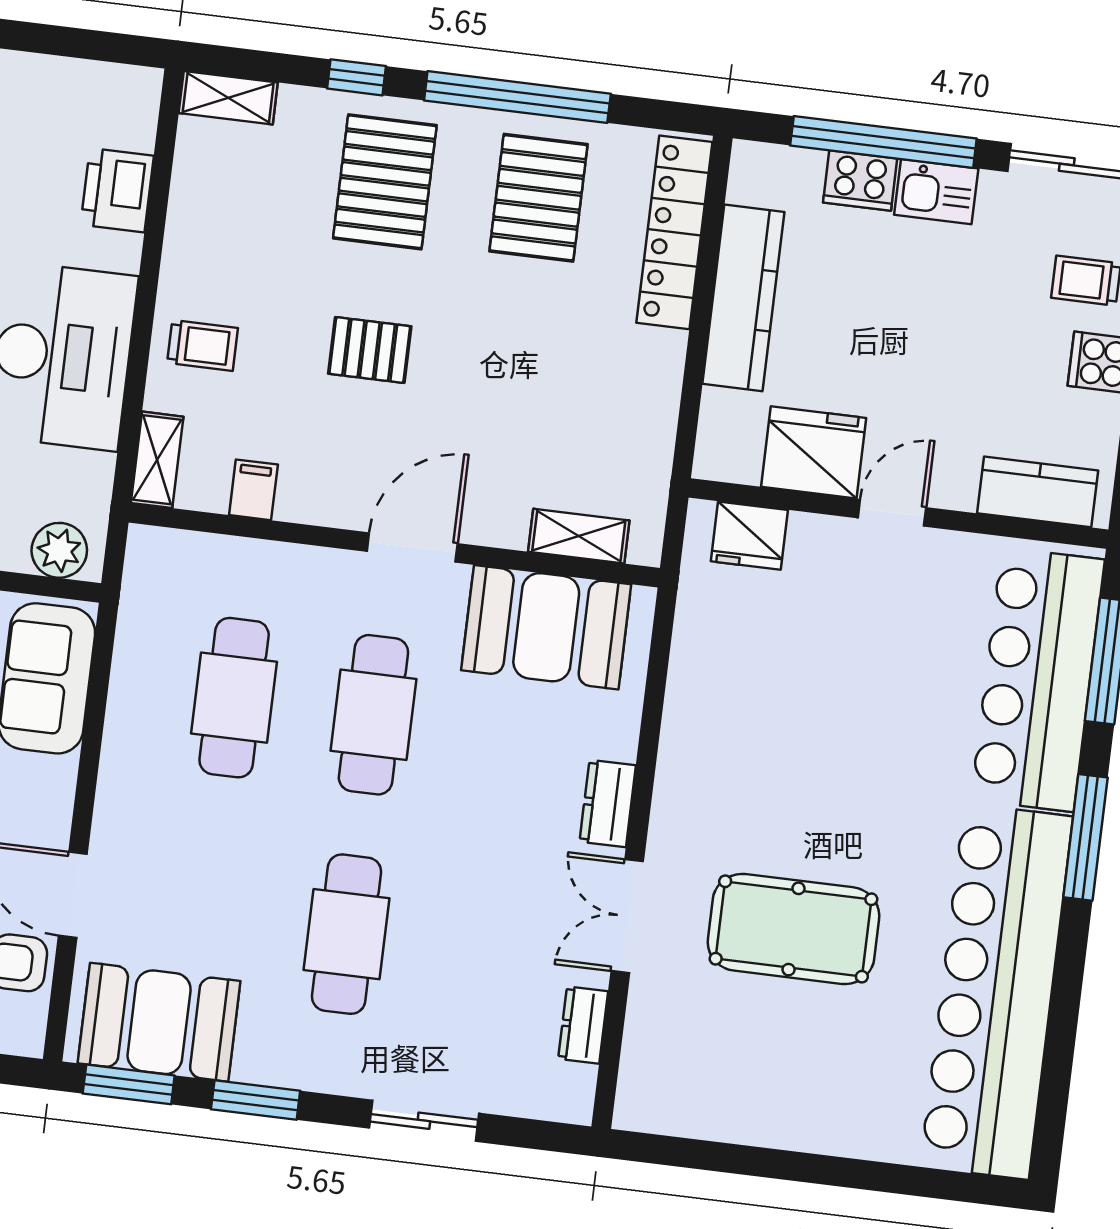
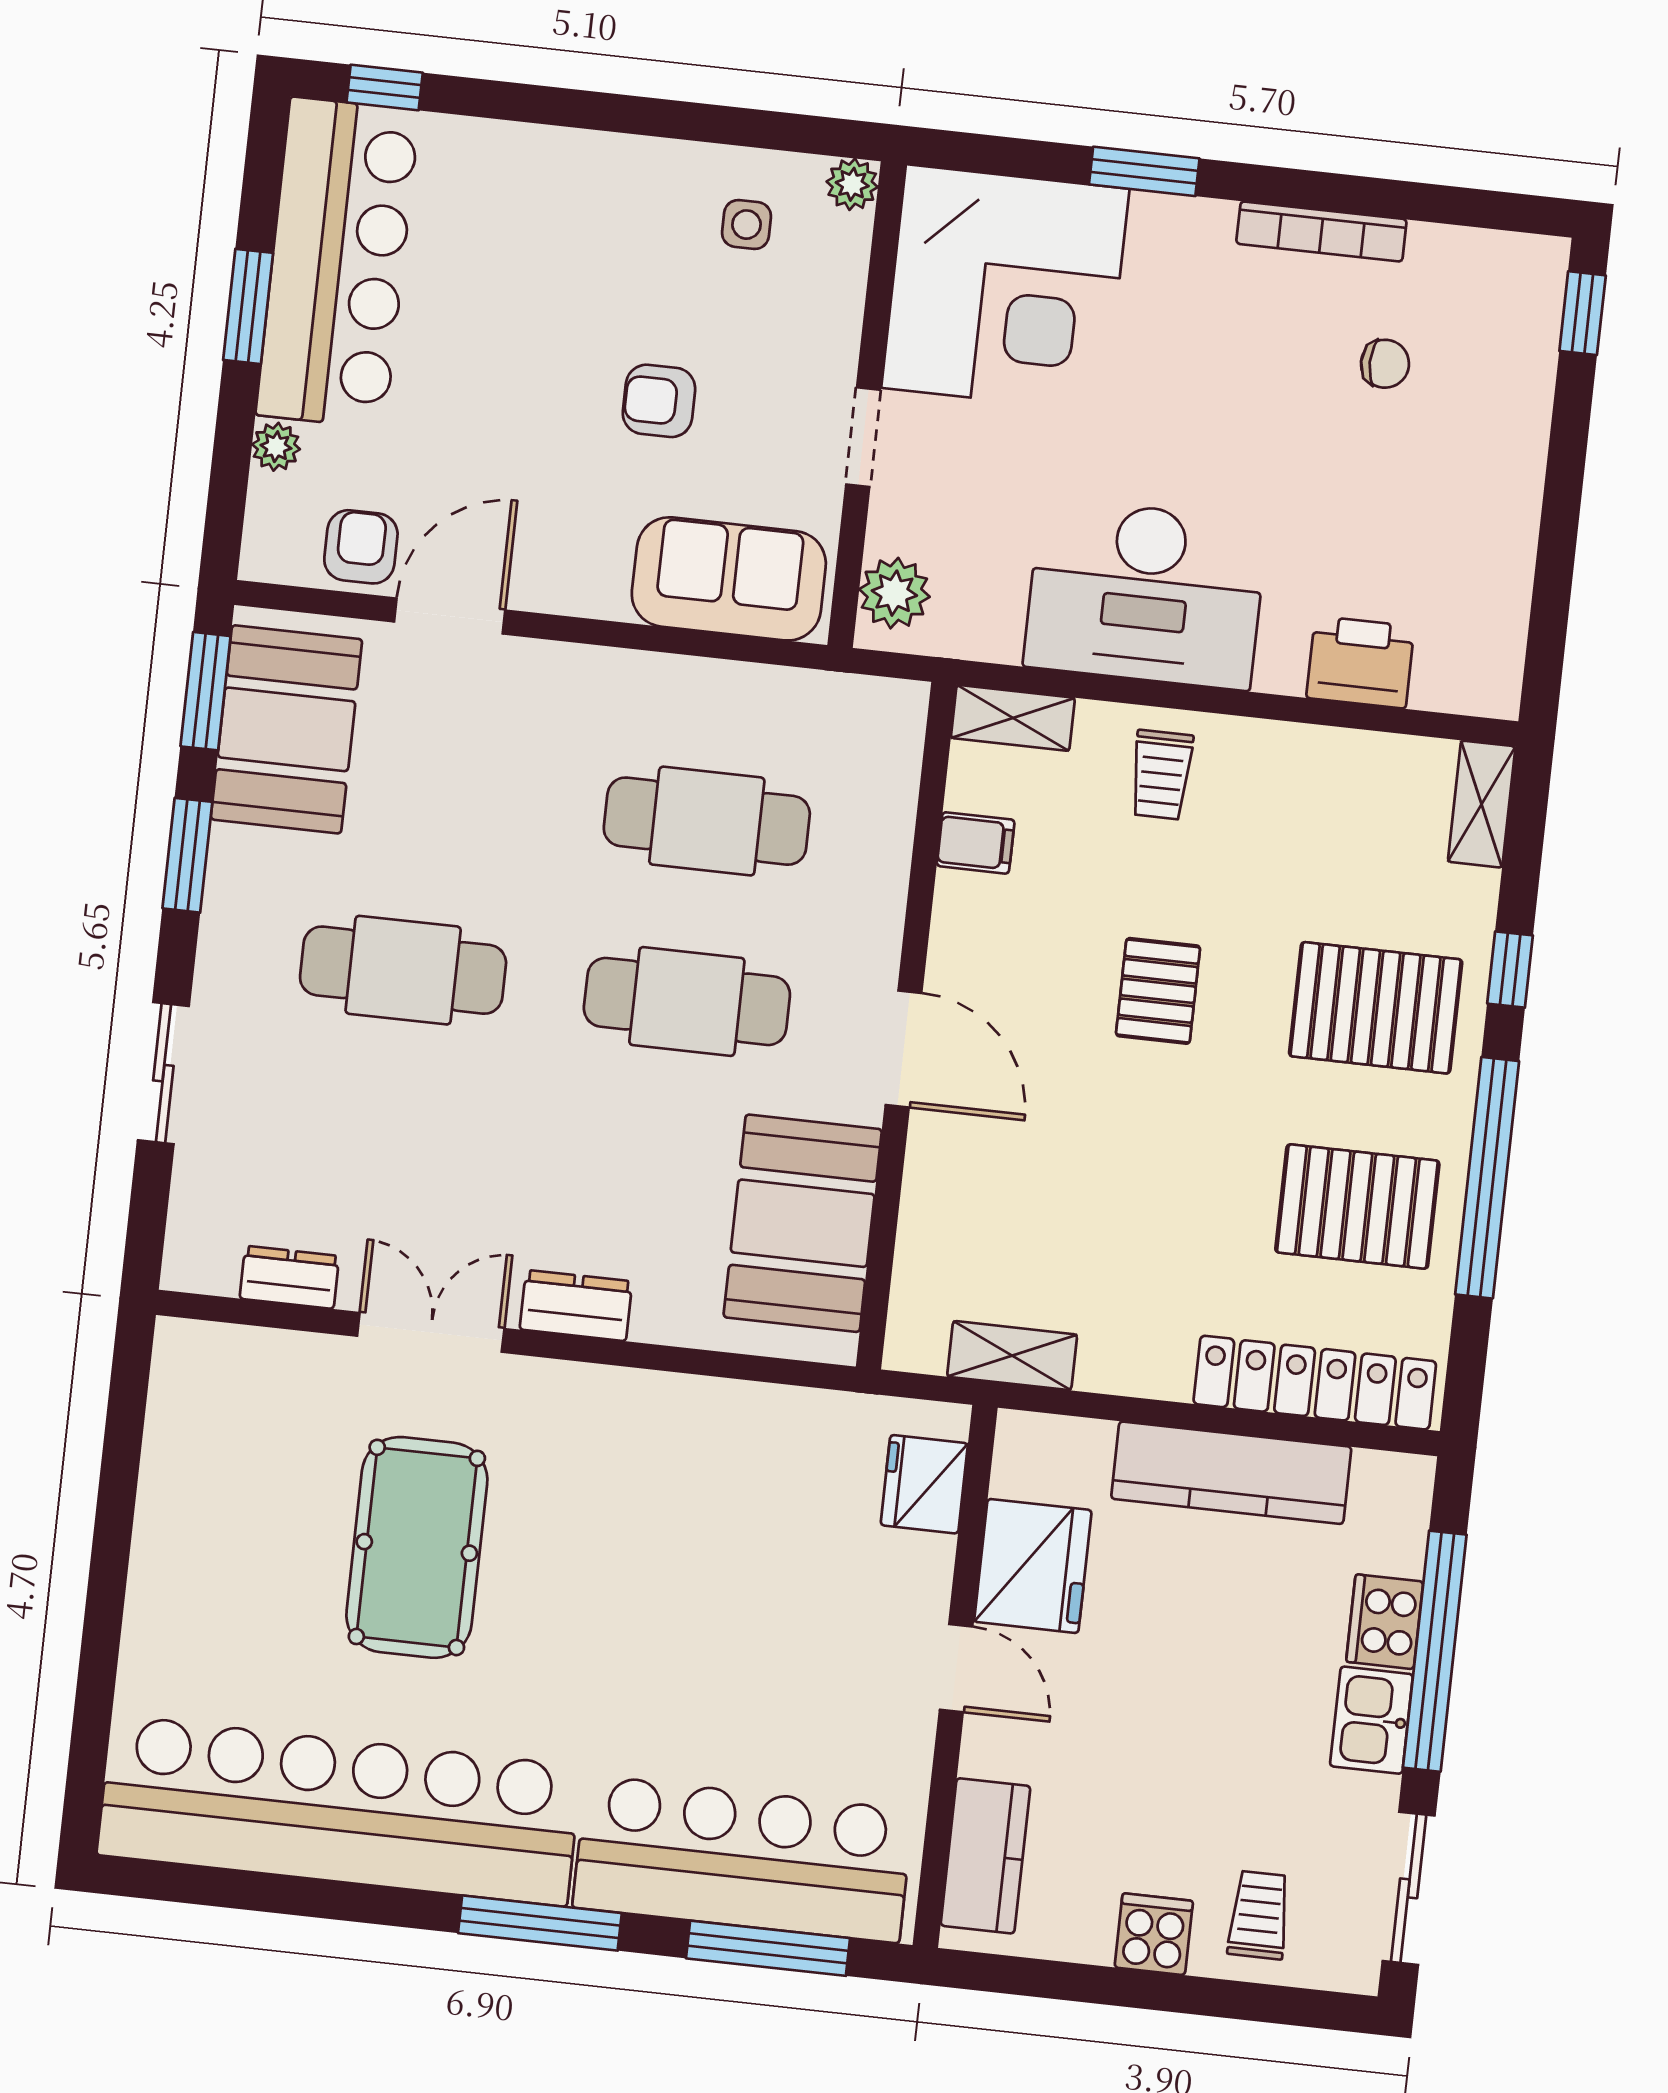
shelving: (579, 536) -> (1012, 1356), moved, turned 90

